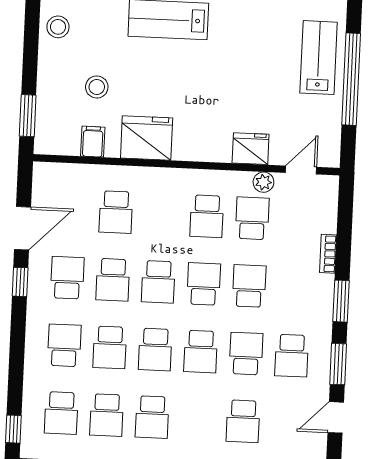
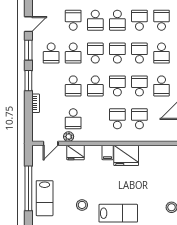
stool: (97, 87) -> (82, 205), moved
filing cabinet: (93, 142) -> (108, 152), moved
school desk: (207, 216) -> (117, 119), moved
school desk: (292, 356) -> (51, 53), turned 180
school desk: (152, 417) -> (117, 20), turned 180
school desk: (198, 419) -> (95, 20), added

